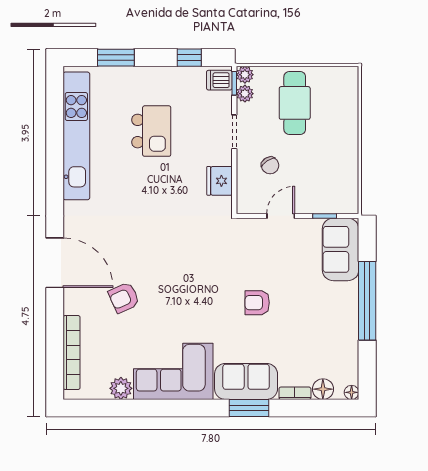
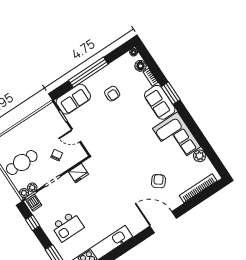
kitchen island: (151, 131) -> (68, 227), moved, turned 180
door: (55, 263) -> (163, 222), hinge flipped
armchair: (124, 298) -> (158, 181), turned -118
armchair: (257, 303) -> (112, 94), moved

